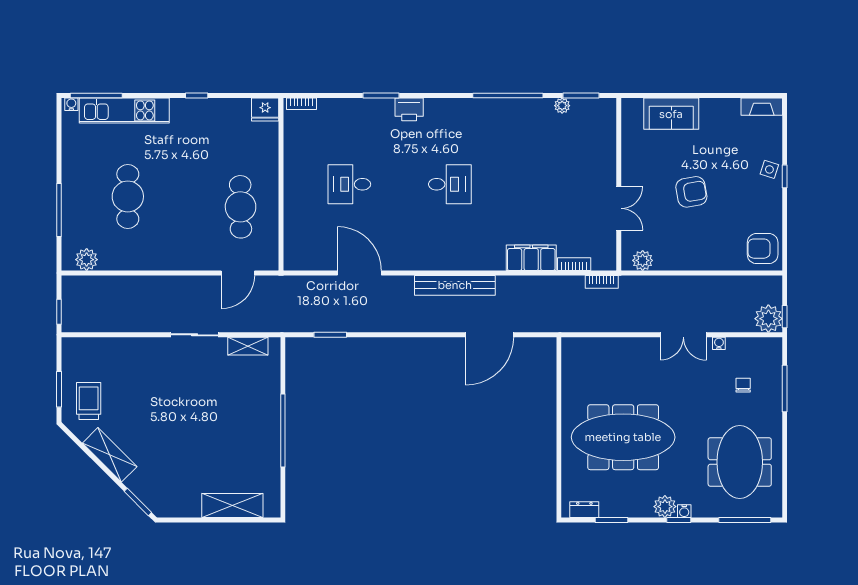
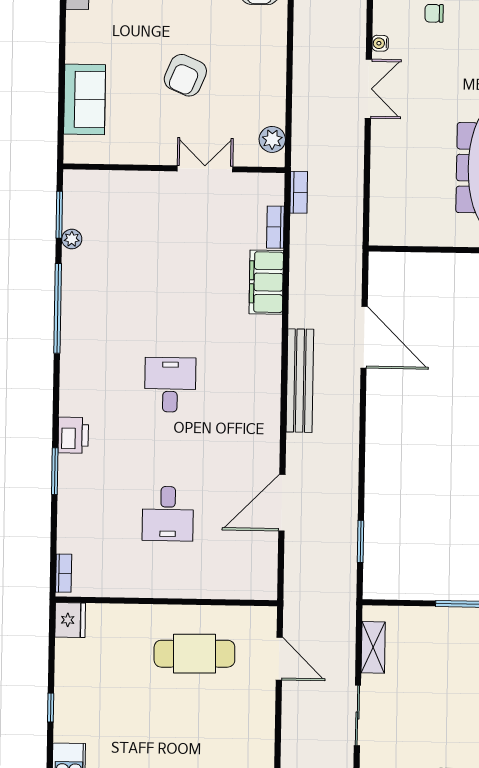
armchair: (691, 192) -> (185, 75), turned -147

